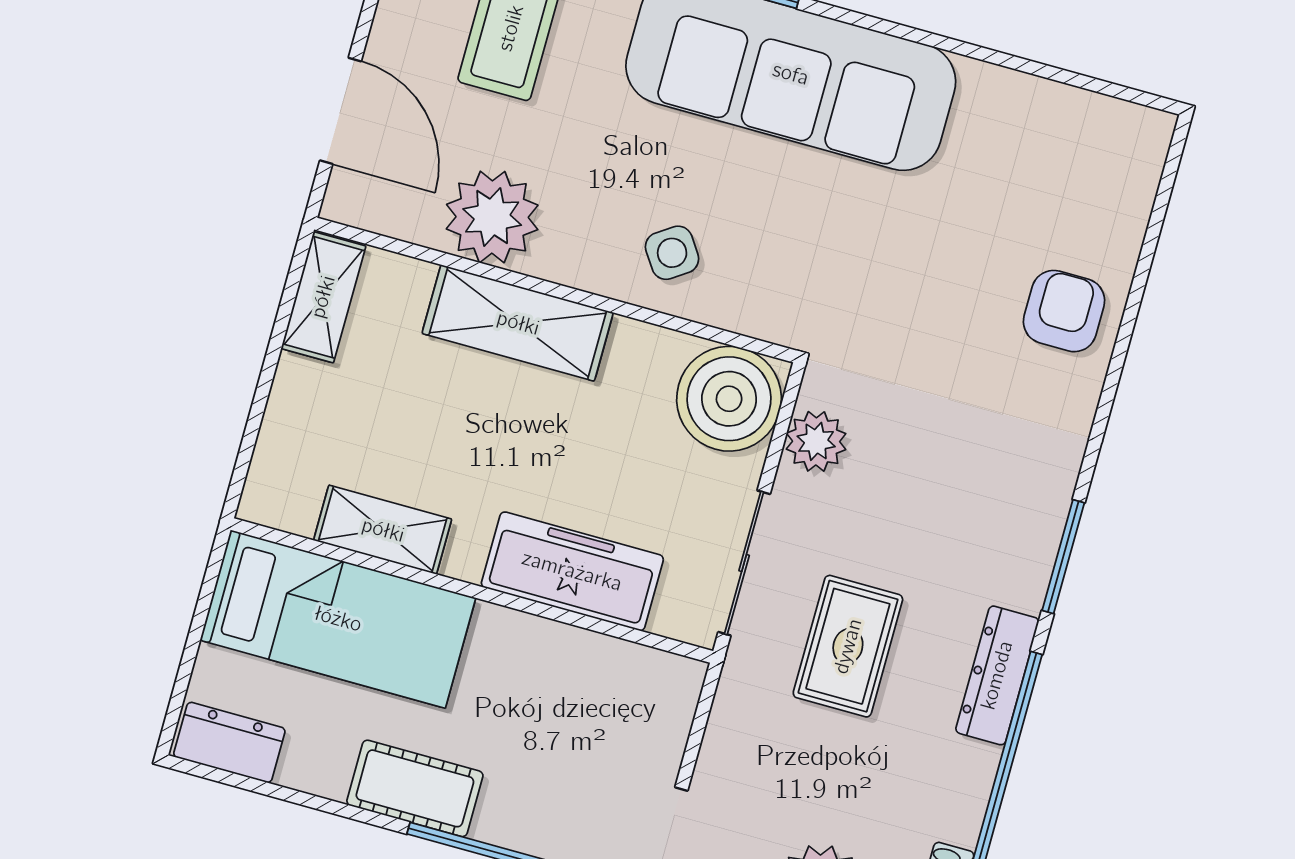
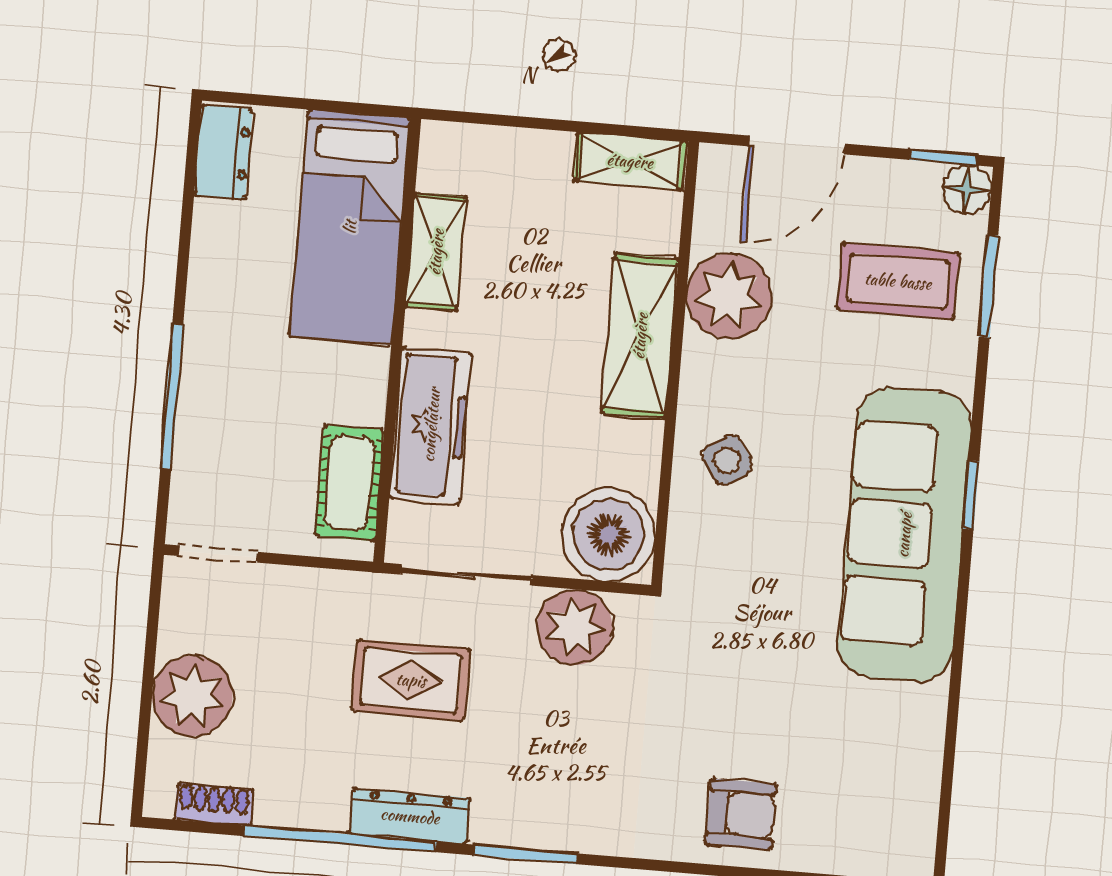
plant: (816, 441) -> (575, 627), width x1.36, depth x1.36
cot: (415, 788) -> (349, 483), moved

